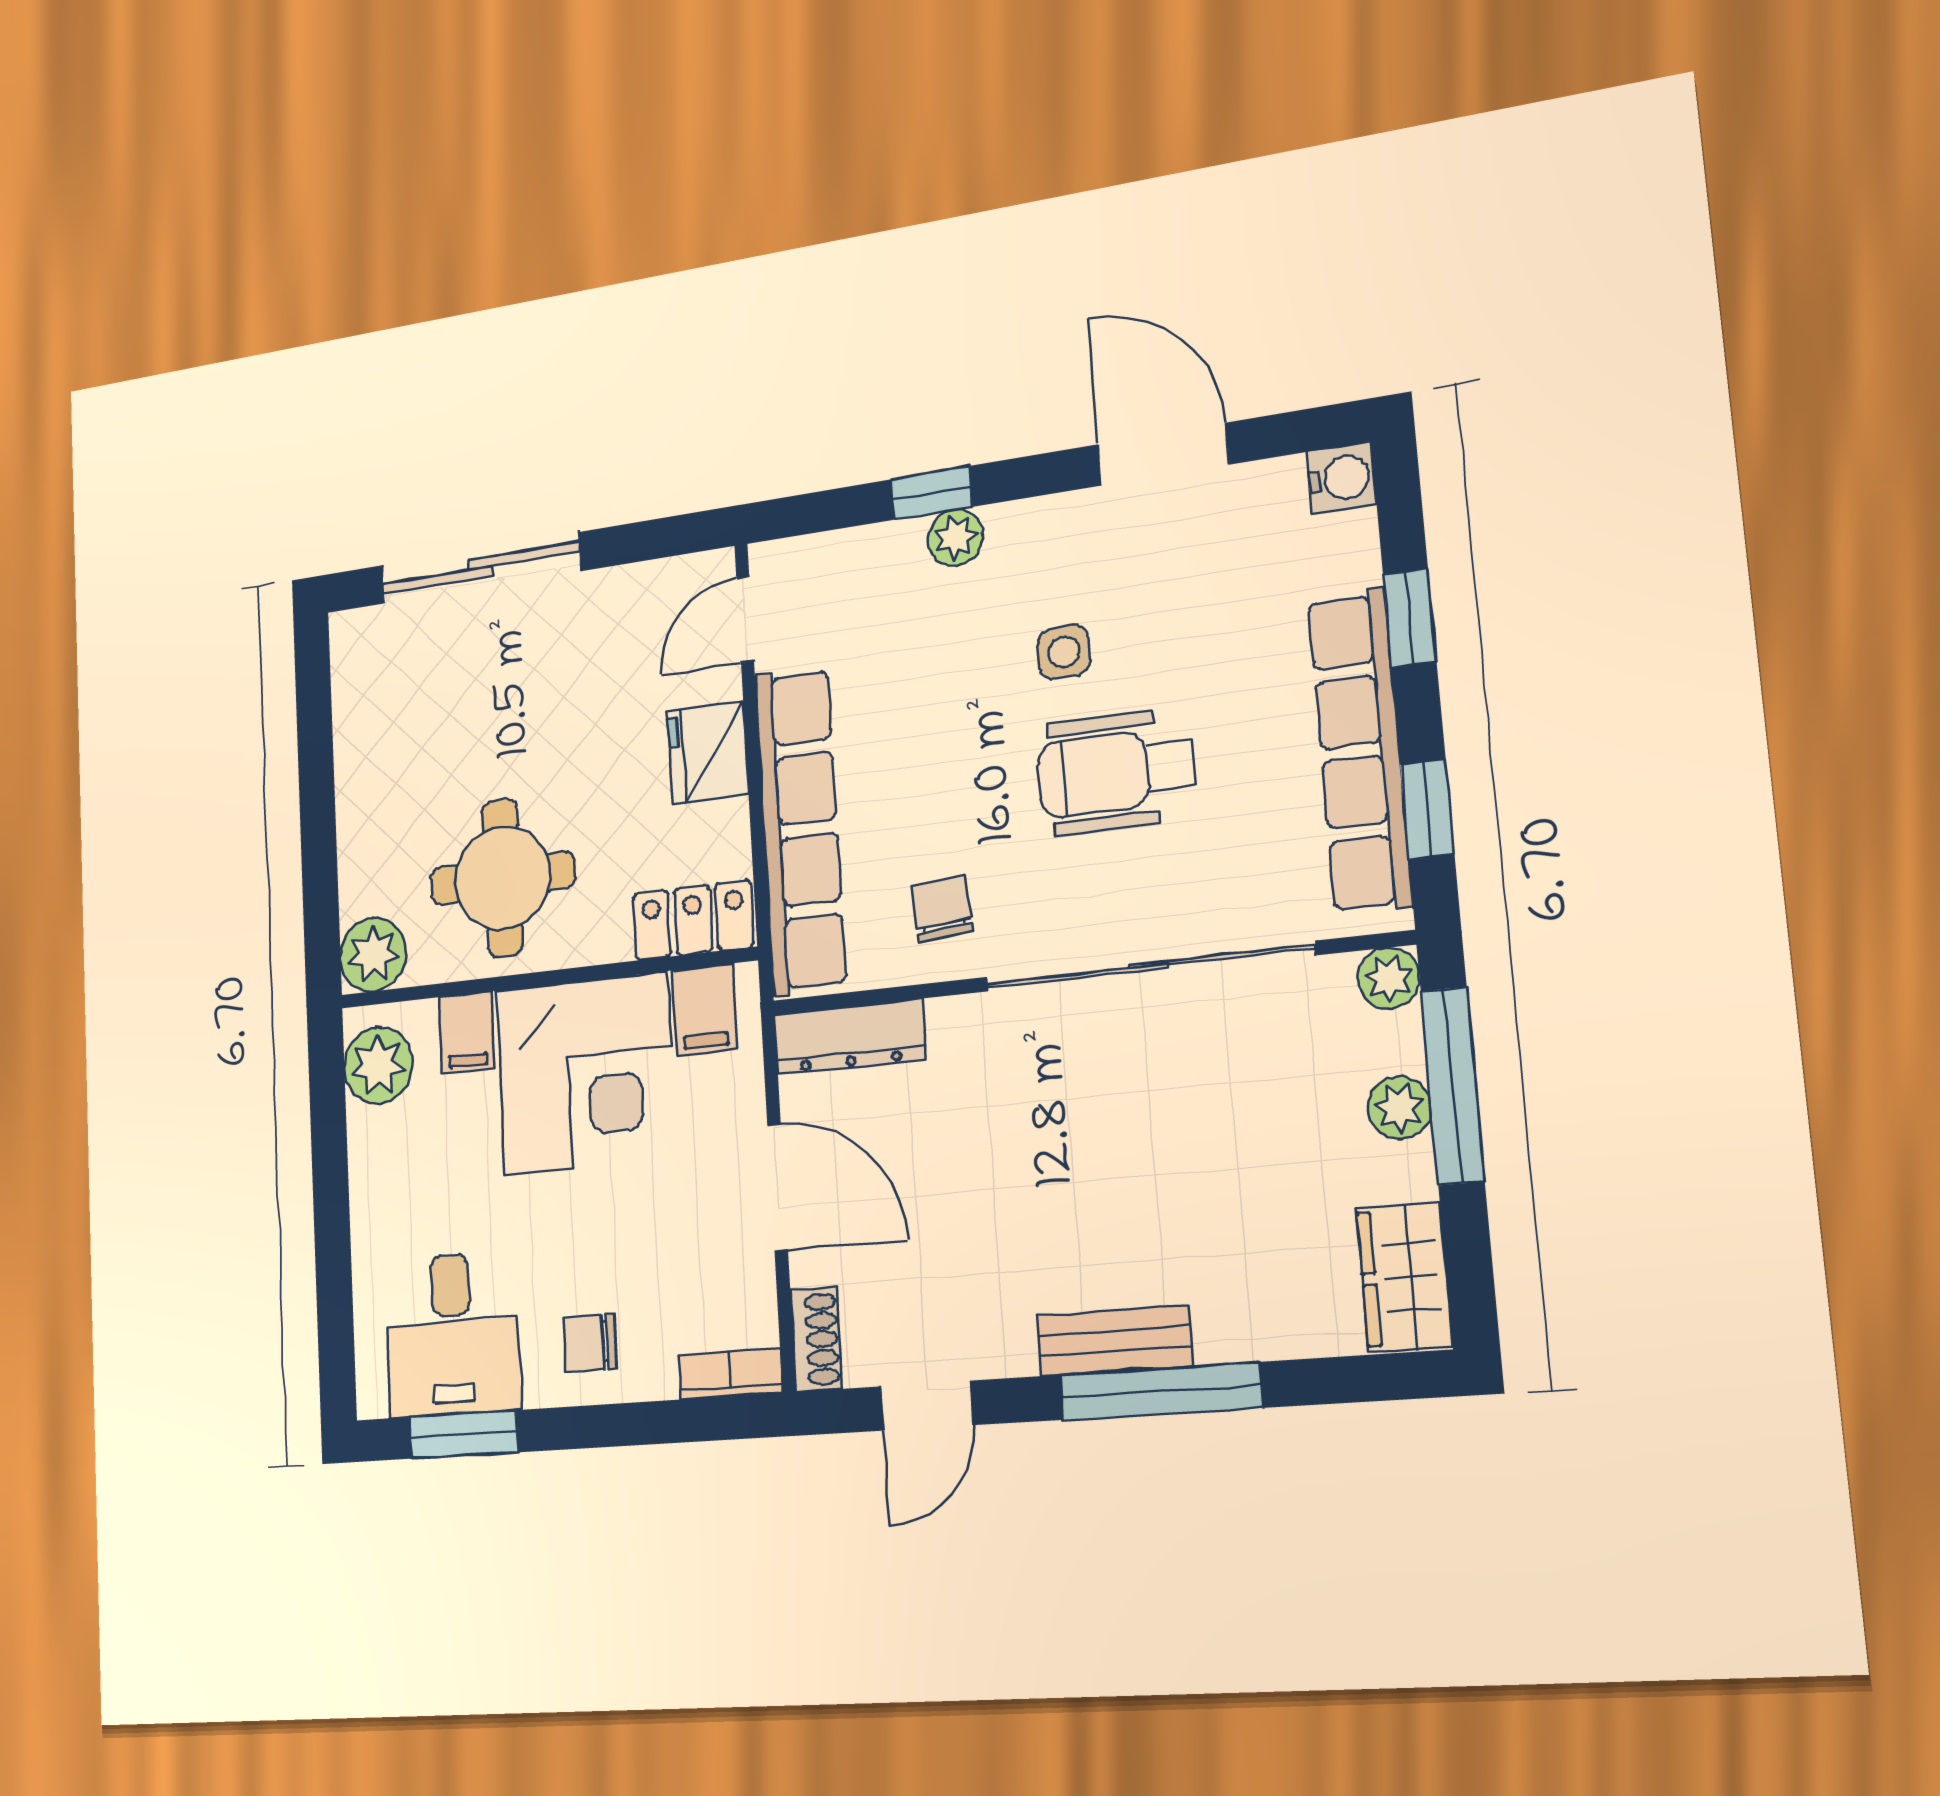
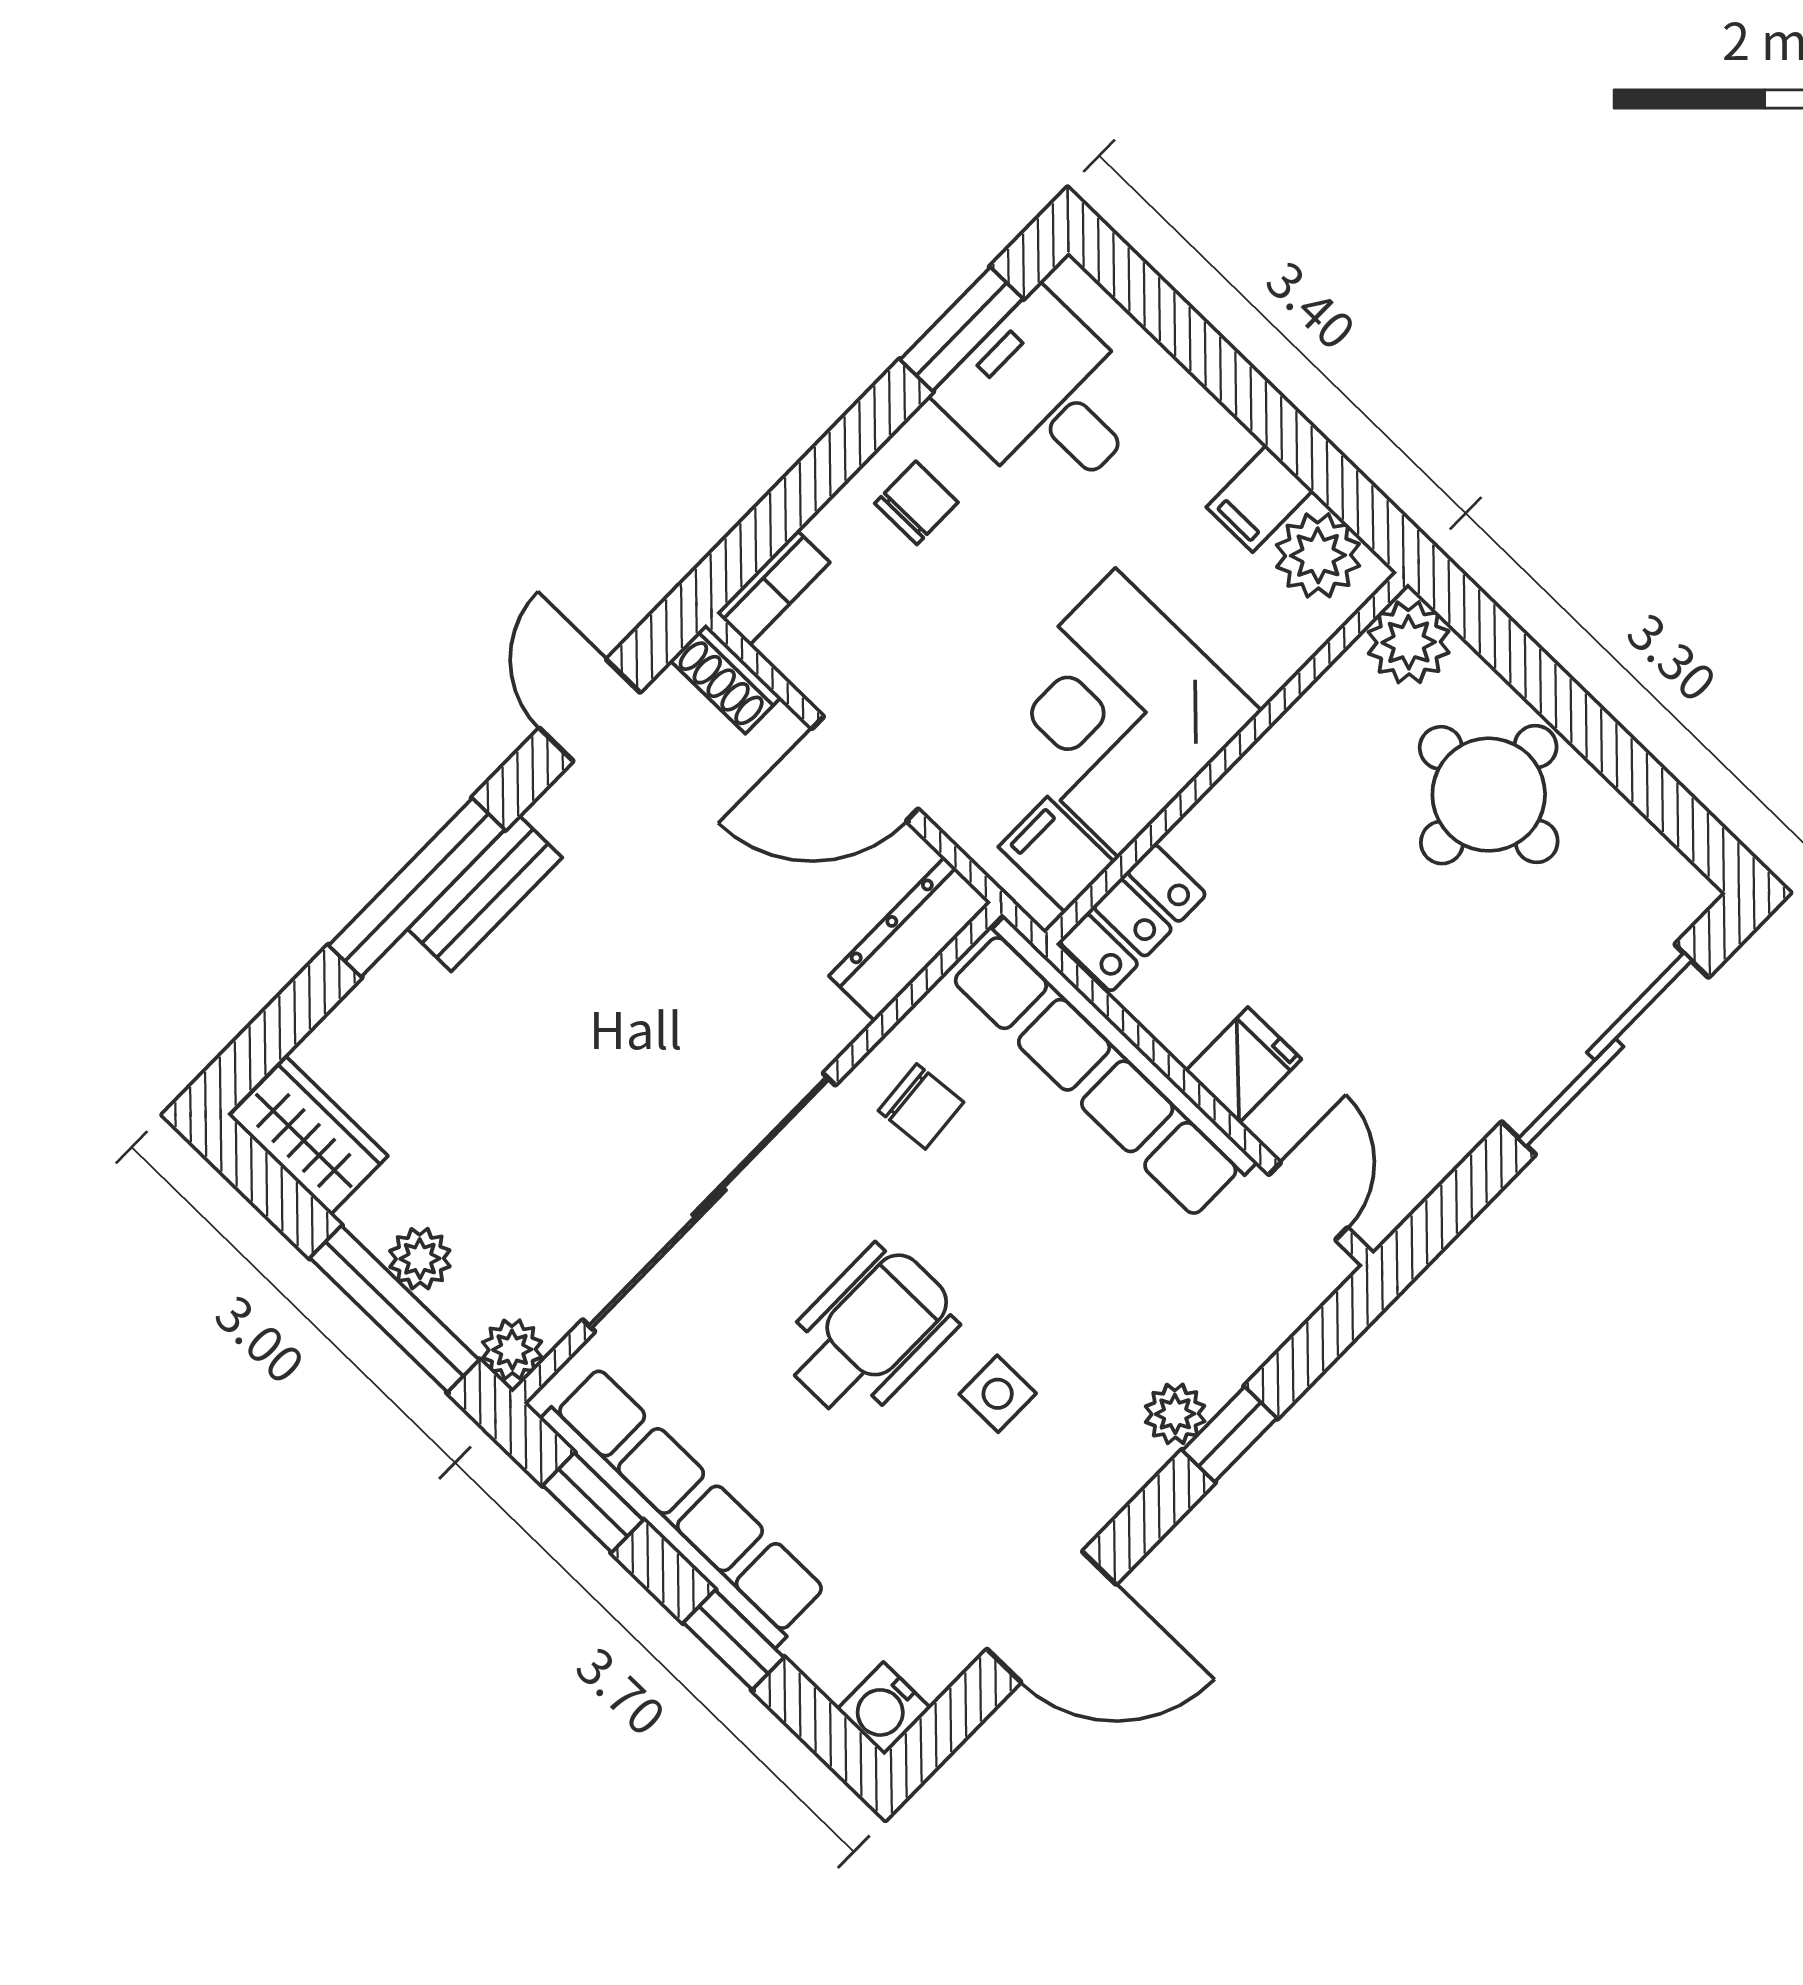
fridge: (708, 752) -> (1243, 1065), width x0.72
round table: (502, 878) -> (1489, 795), moved
filing cabinet: (467, 1033) -> (1259, 499), moved, turned -90

